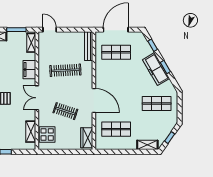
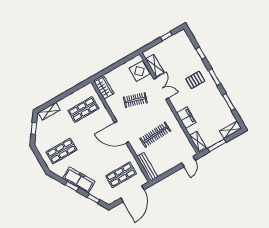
door: (50, 30) -> (189, 162), hinge flipped
double door: (37, 98) -> (161, 89), moved
door: (94, 100) -> (122, 132), moved

